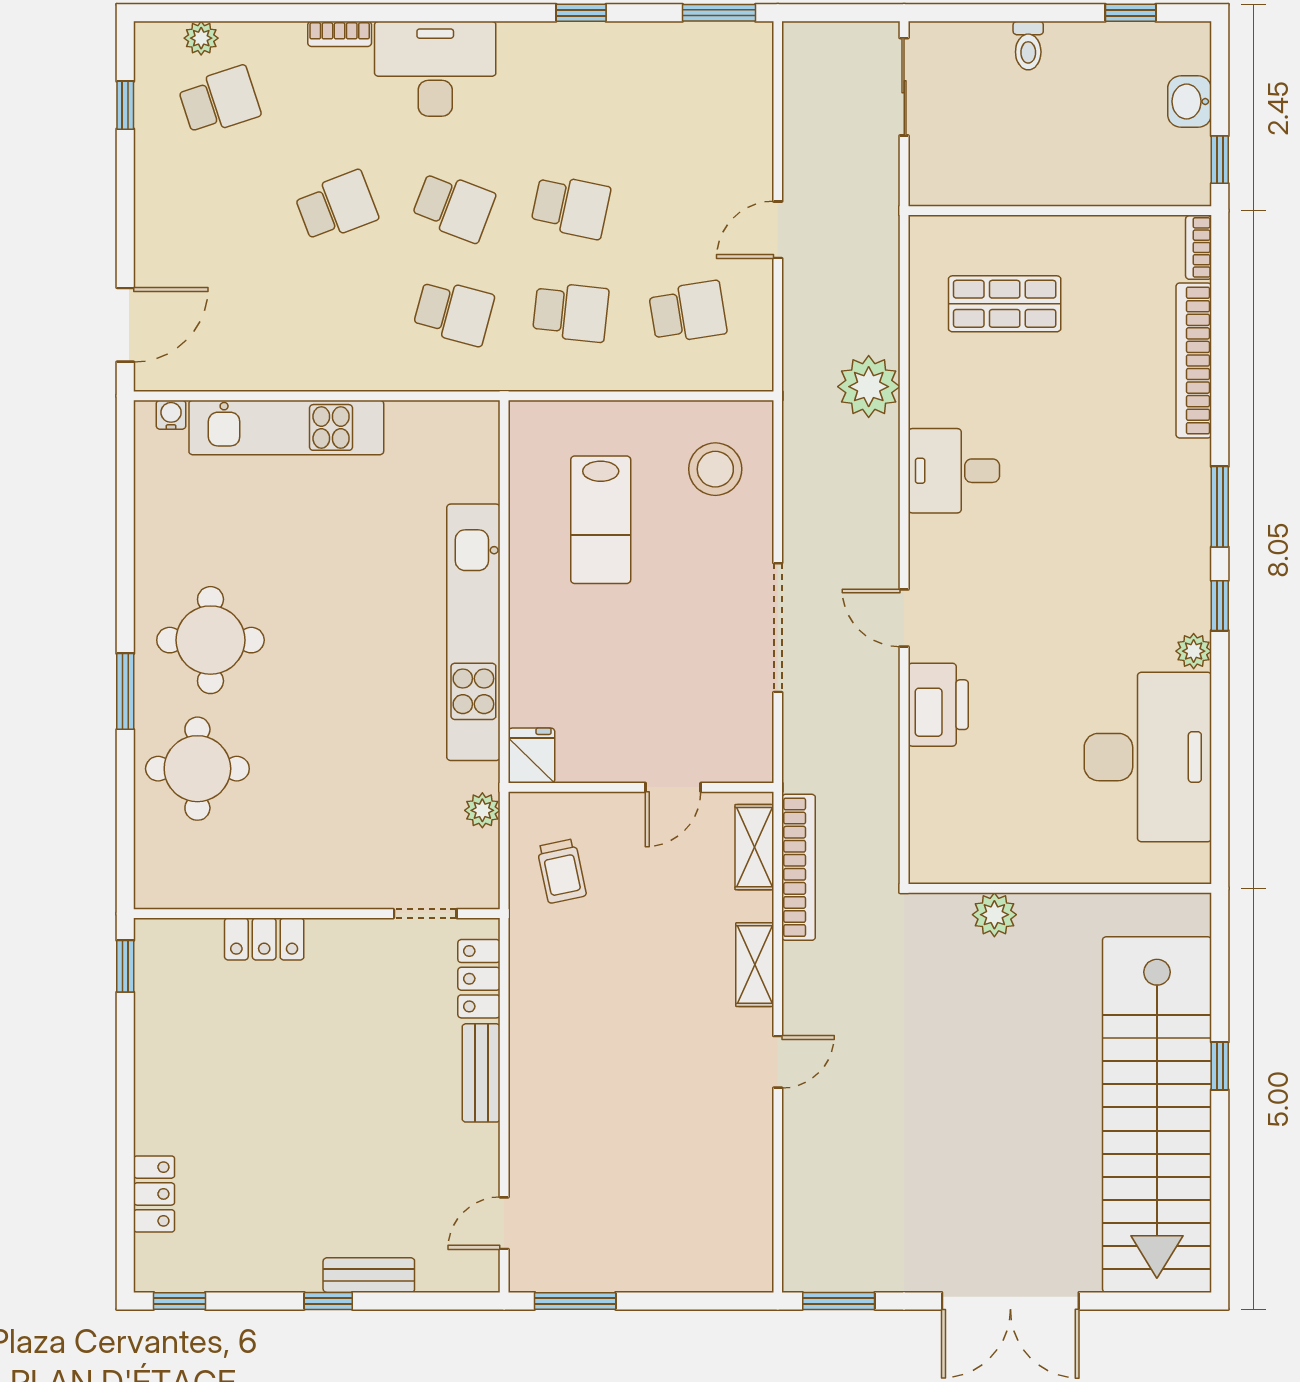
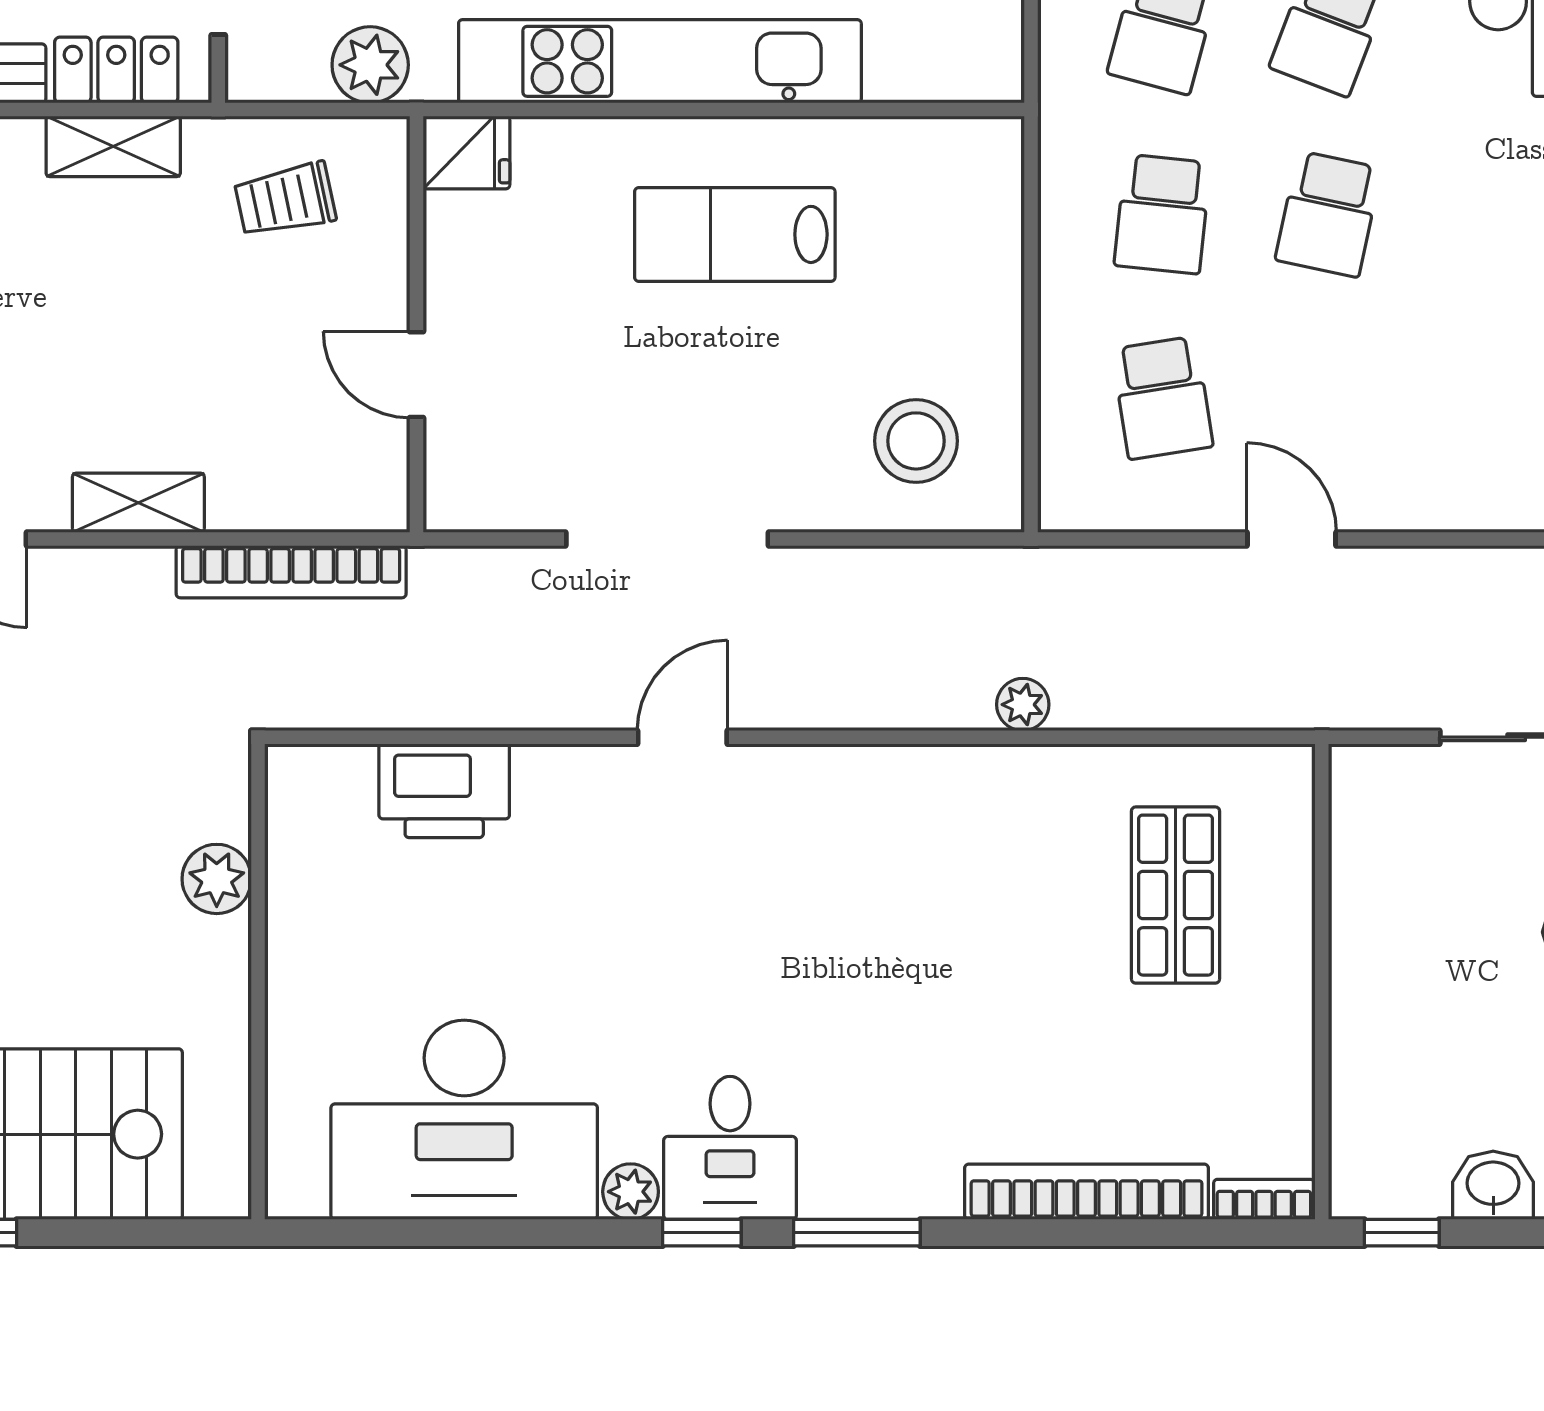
plant: (869, 387) -> (1023, 705), width x0.53, depth x0.53
desk: (954, 471) -> (730, 1148), moved, turned 180
lab bench: (601, 520) -> (735, 234), moved
printer: (938, 705) -> (444, 791), moved
plant: (482, 810) -> (370, 65), width x1.38, depth x1.38
shelving: (754, 847) -> (113, 146), moved

